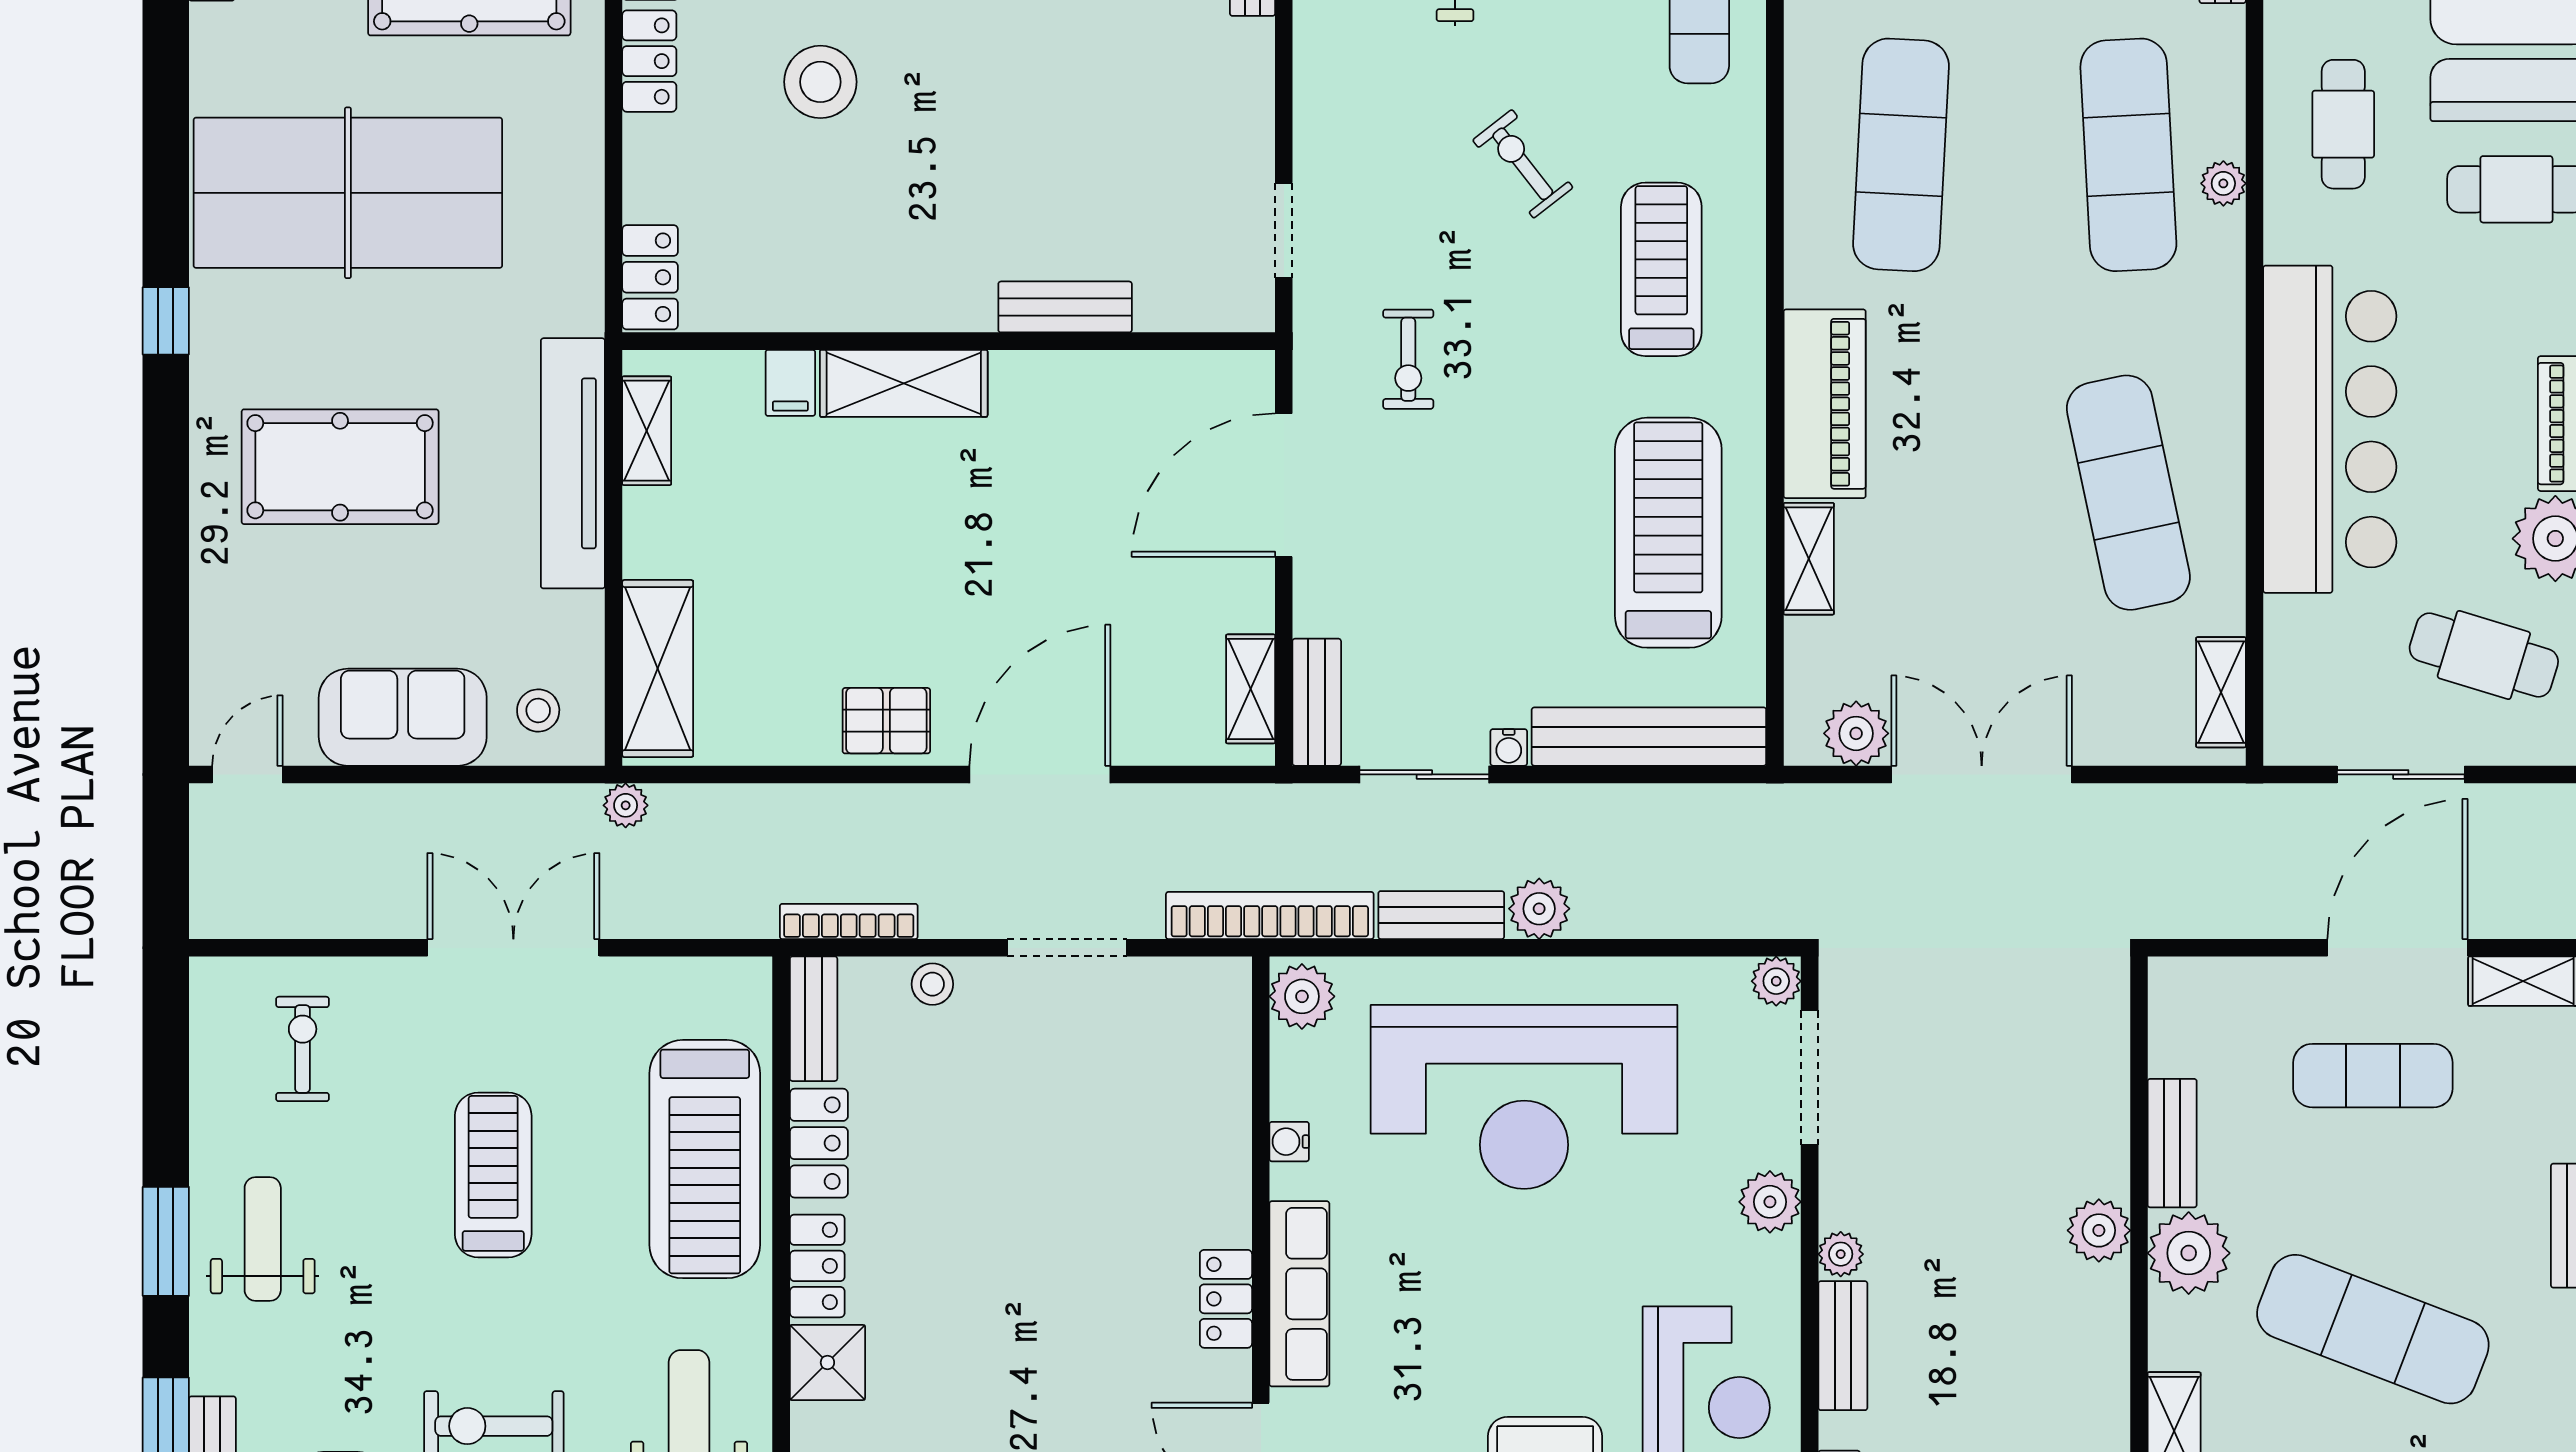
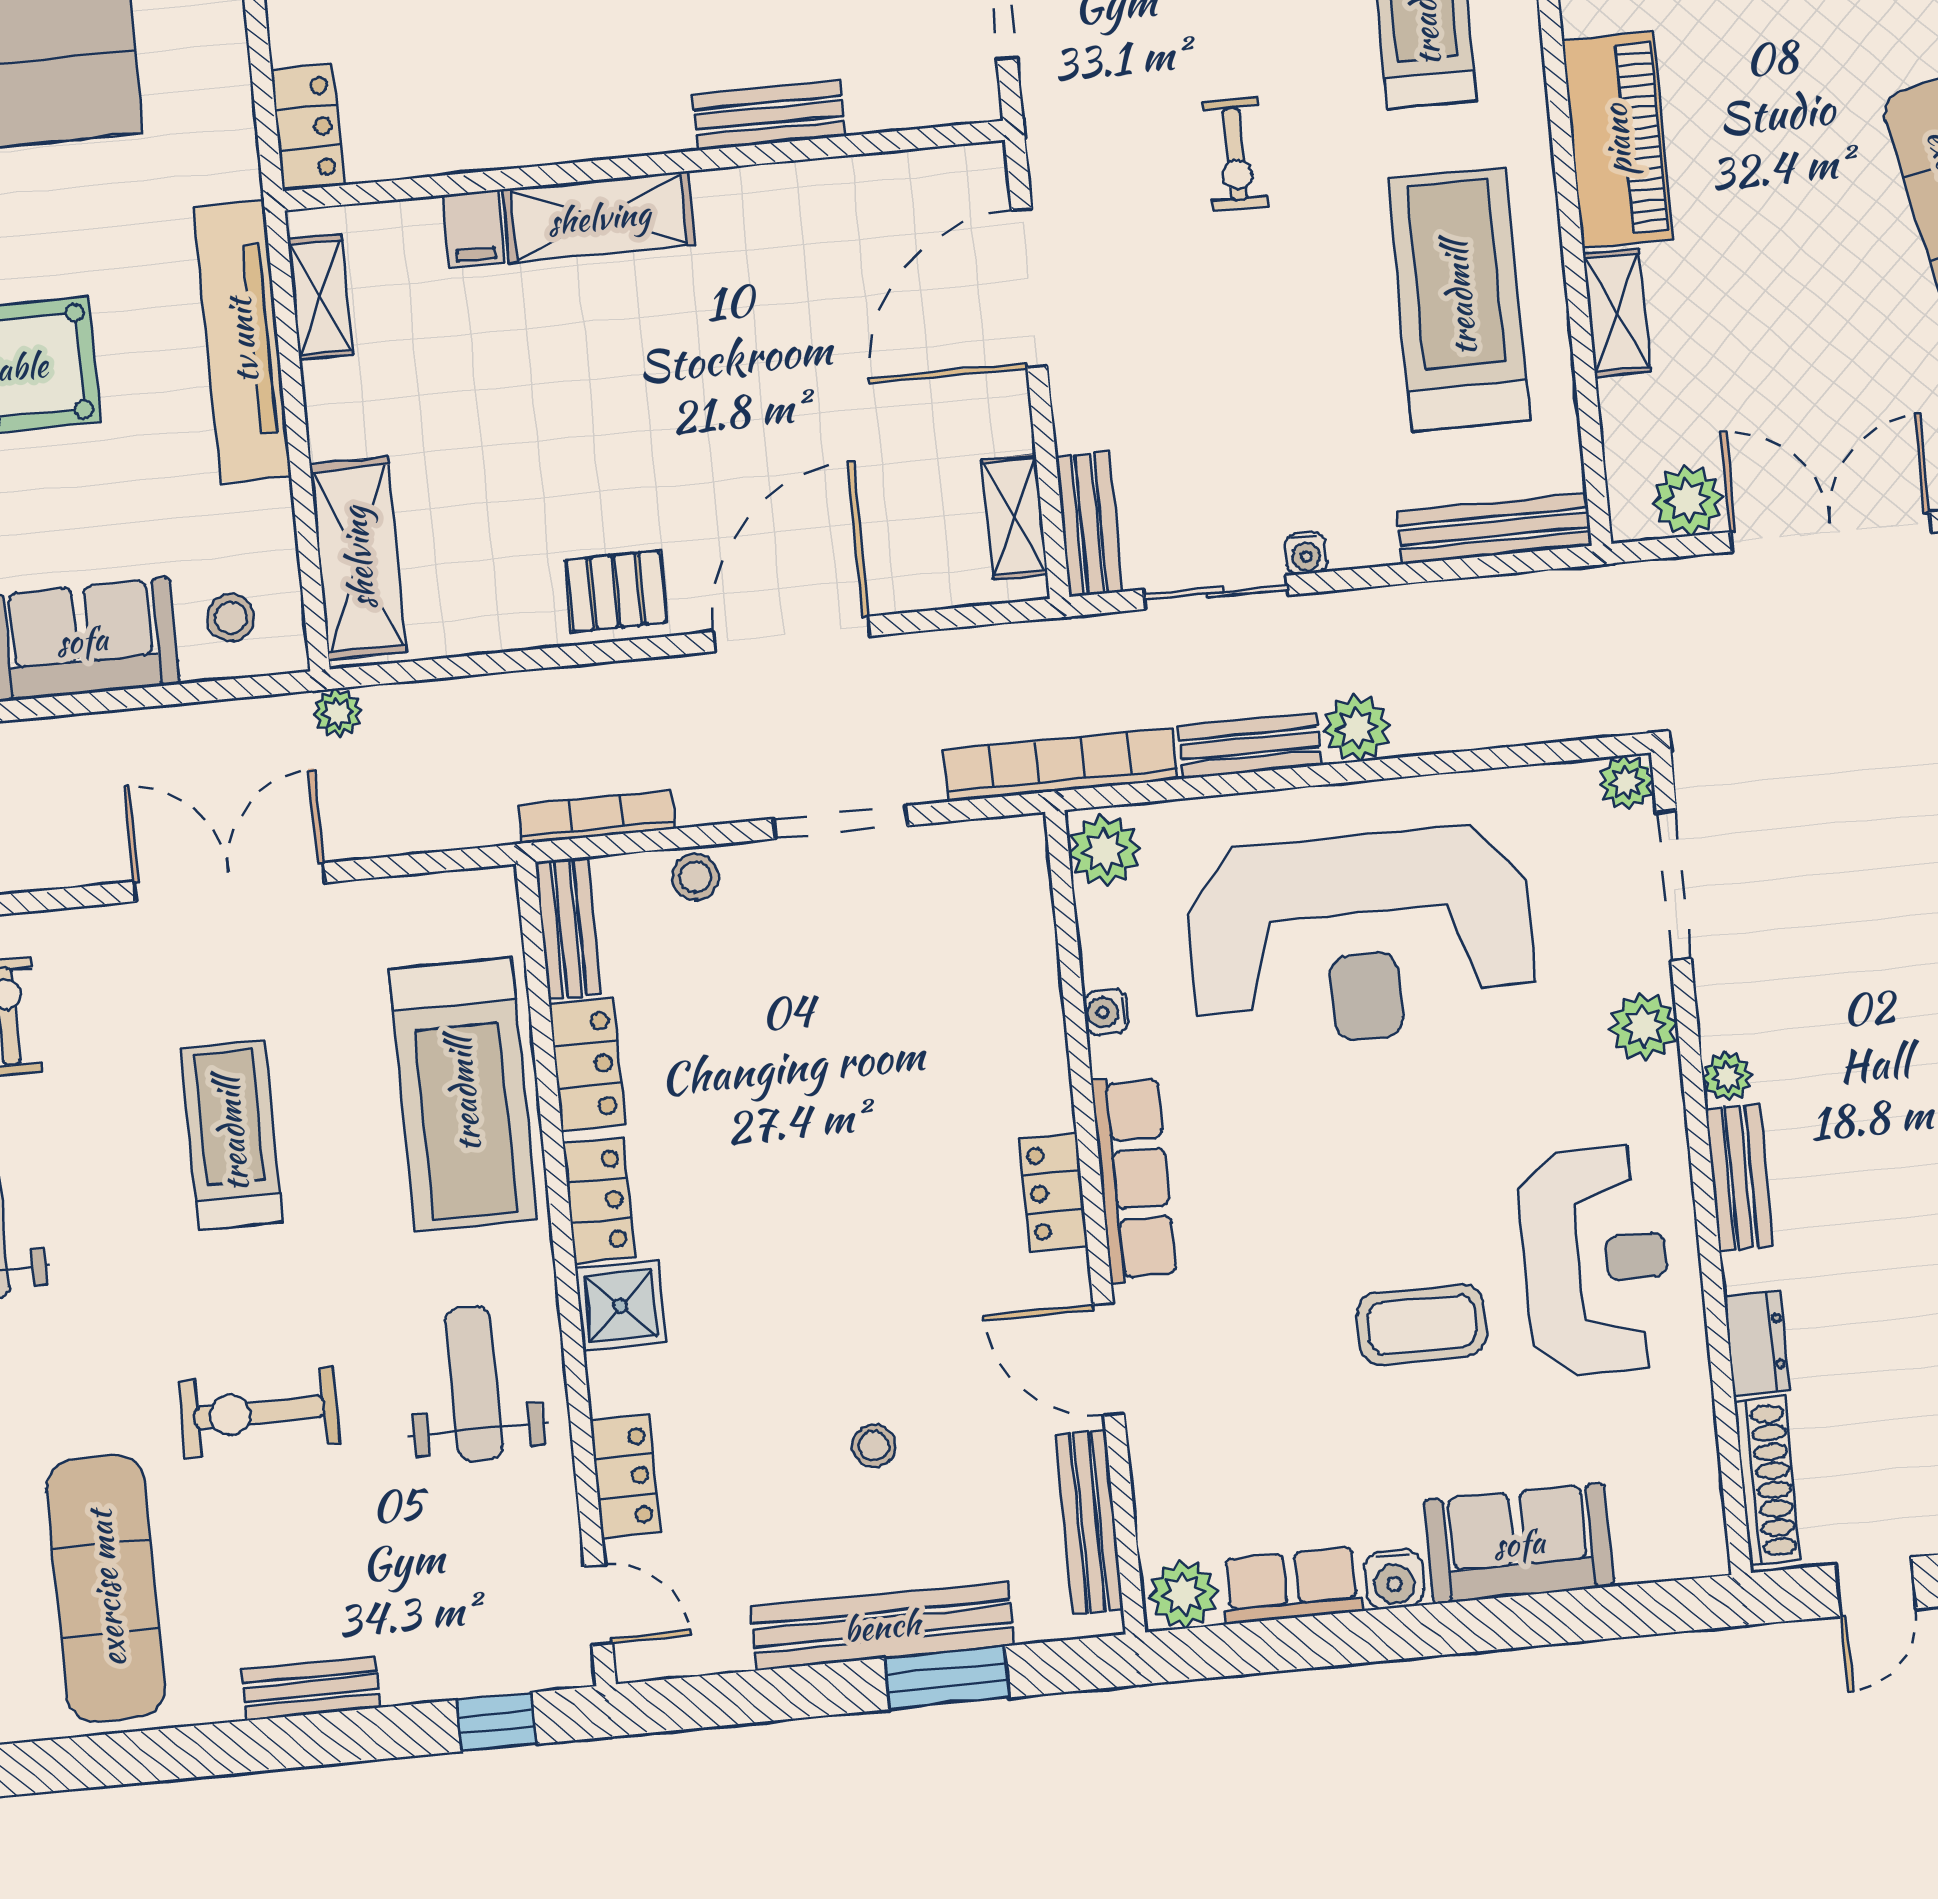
exercise bike: (1408, 359) -> (1235, 154), moved
bench: (1649, 737) -> (1495, 529), width x0.73, depth x0.82

